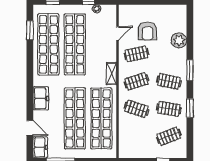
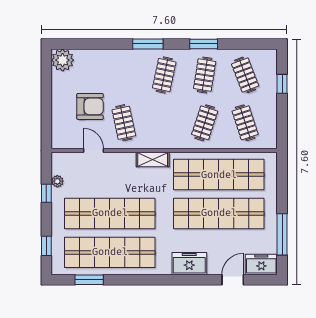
plant: (179, 40) -> (63, 60), moved
clothes rail: (136, 81) -> (245, 123), moved

